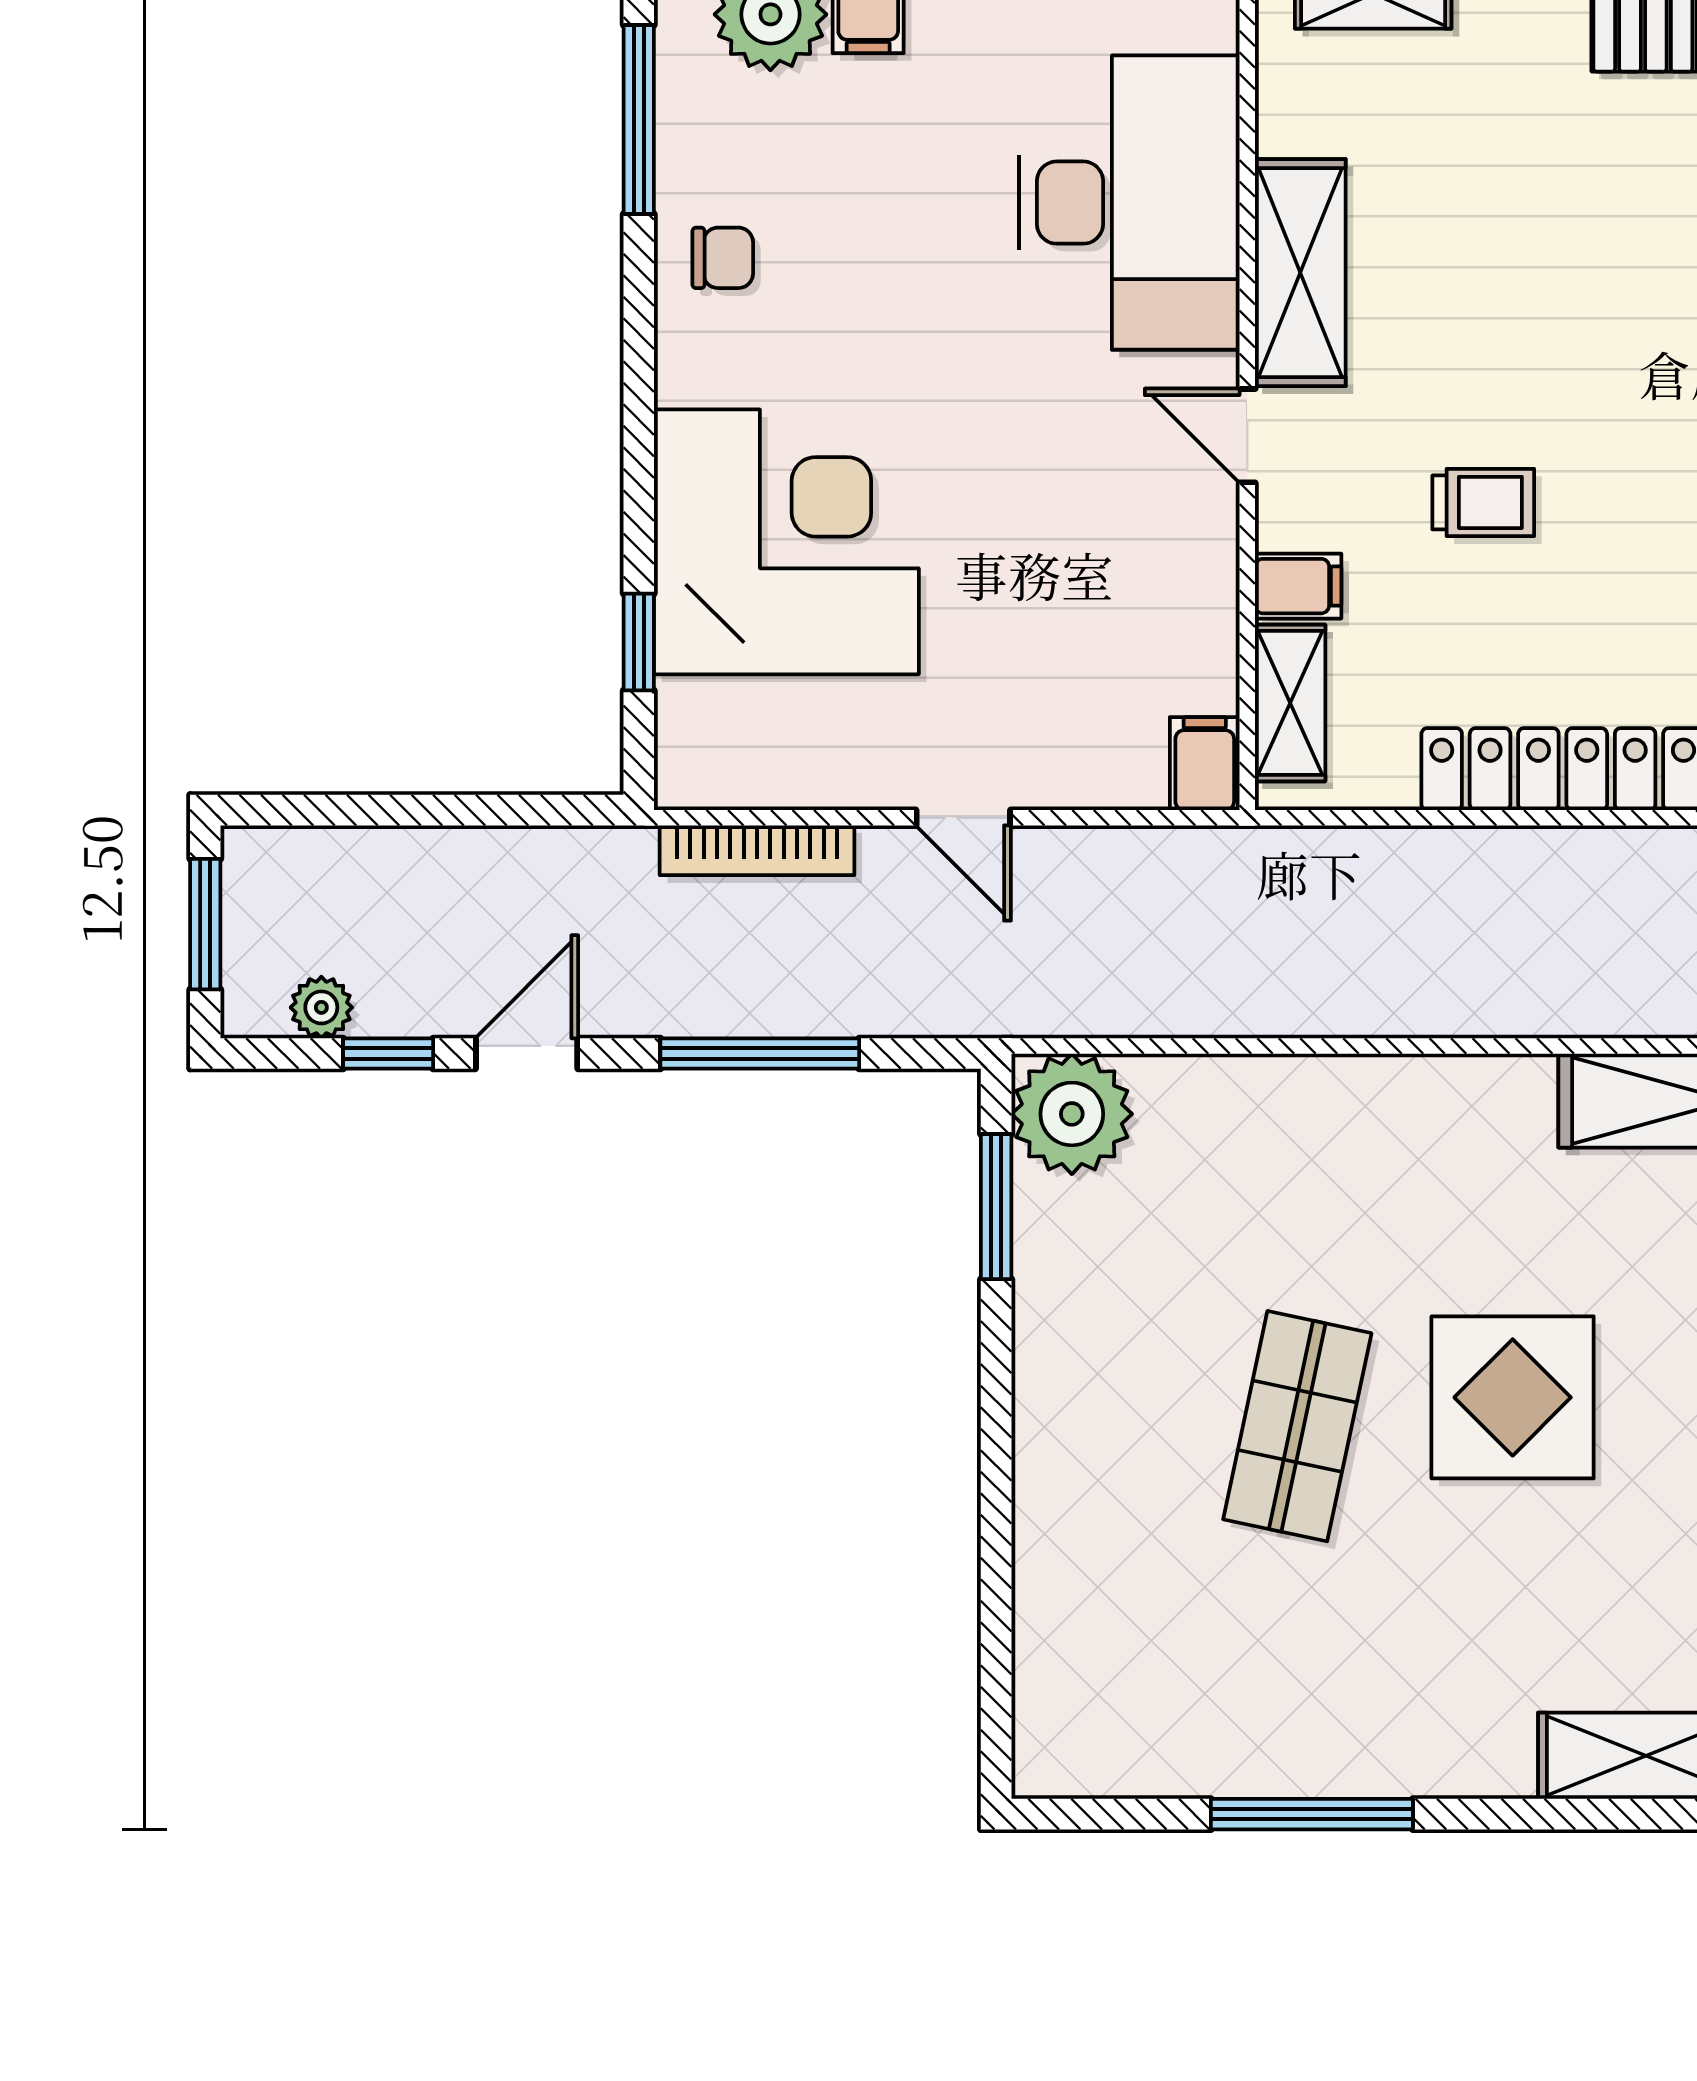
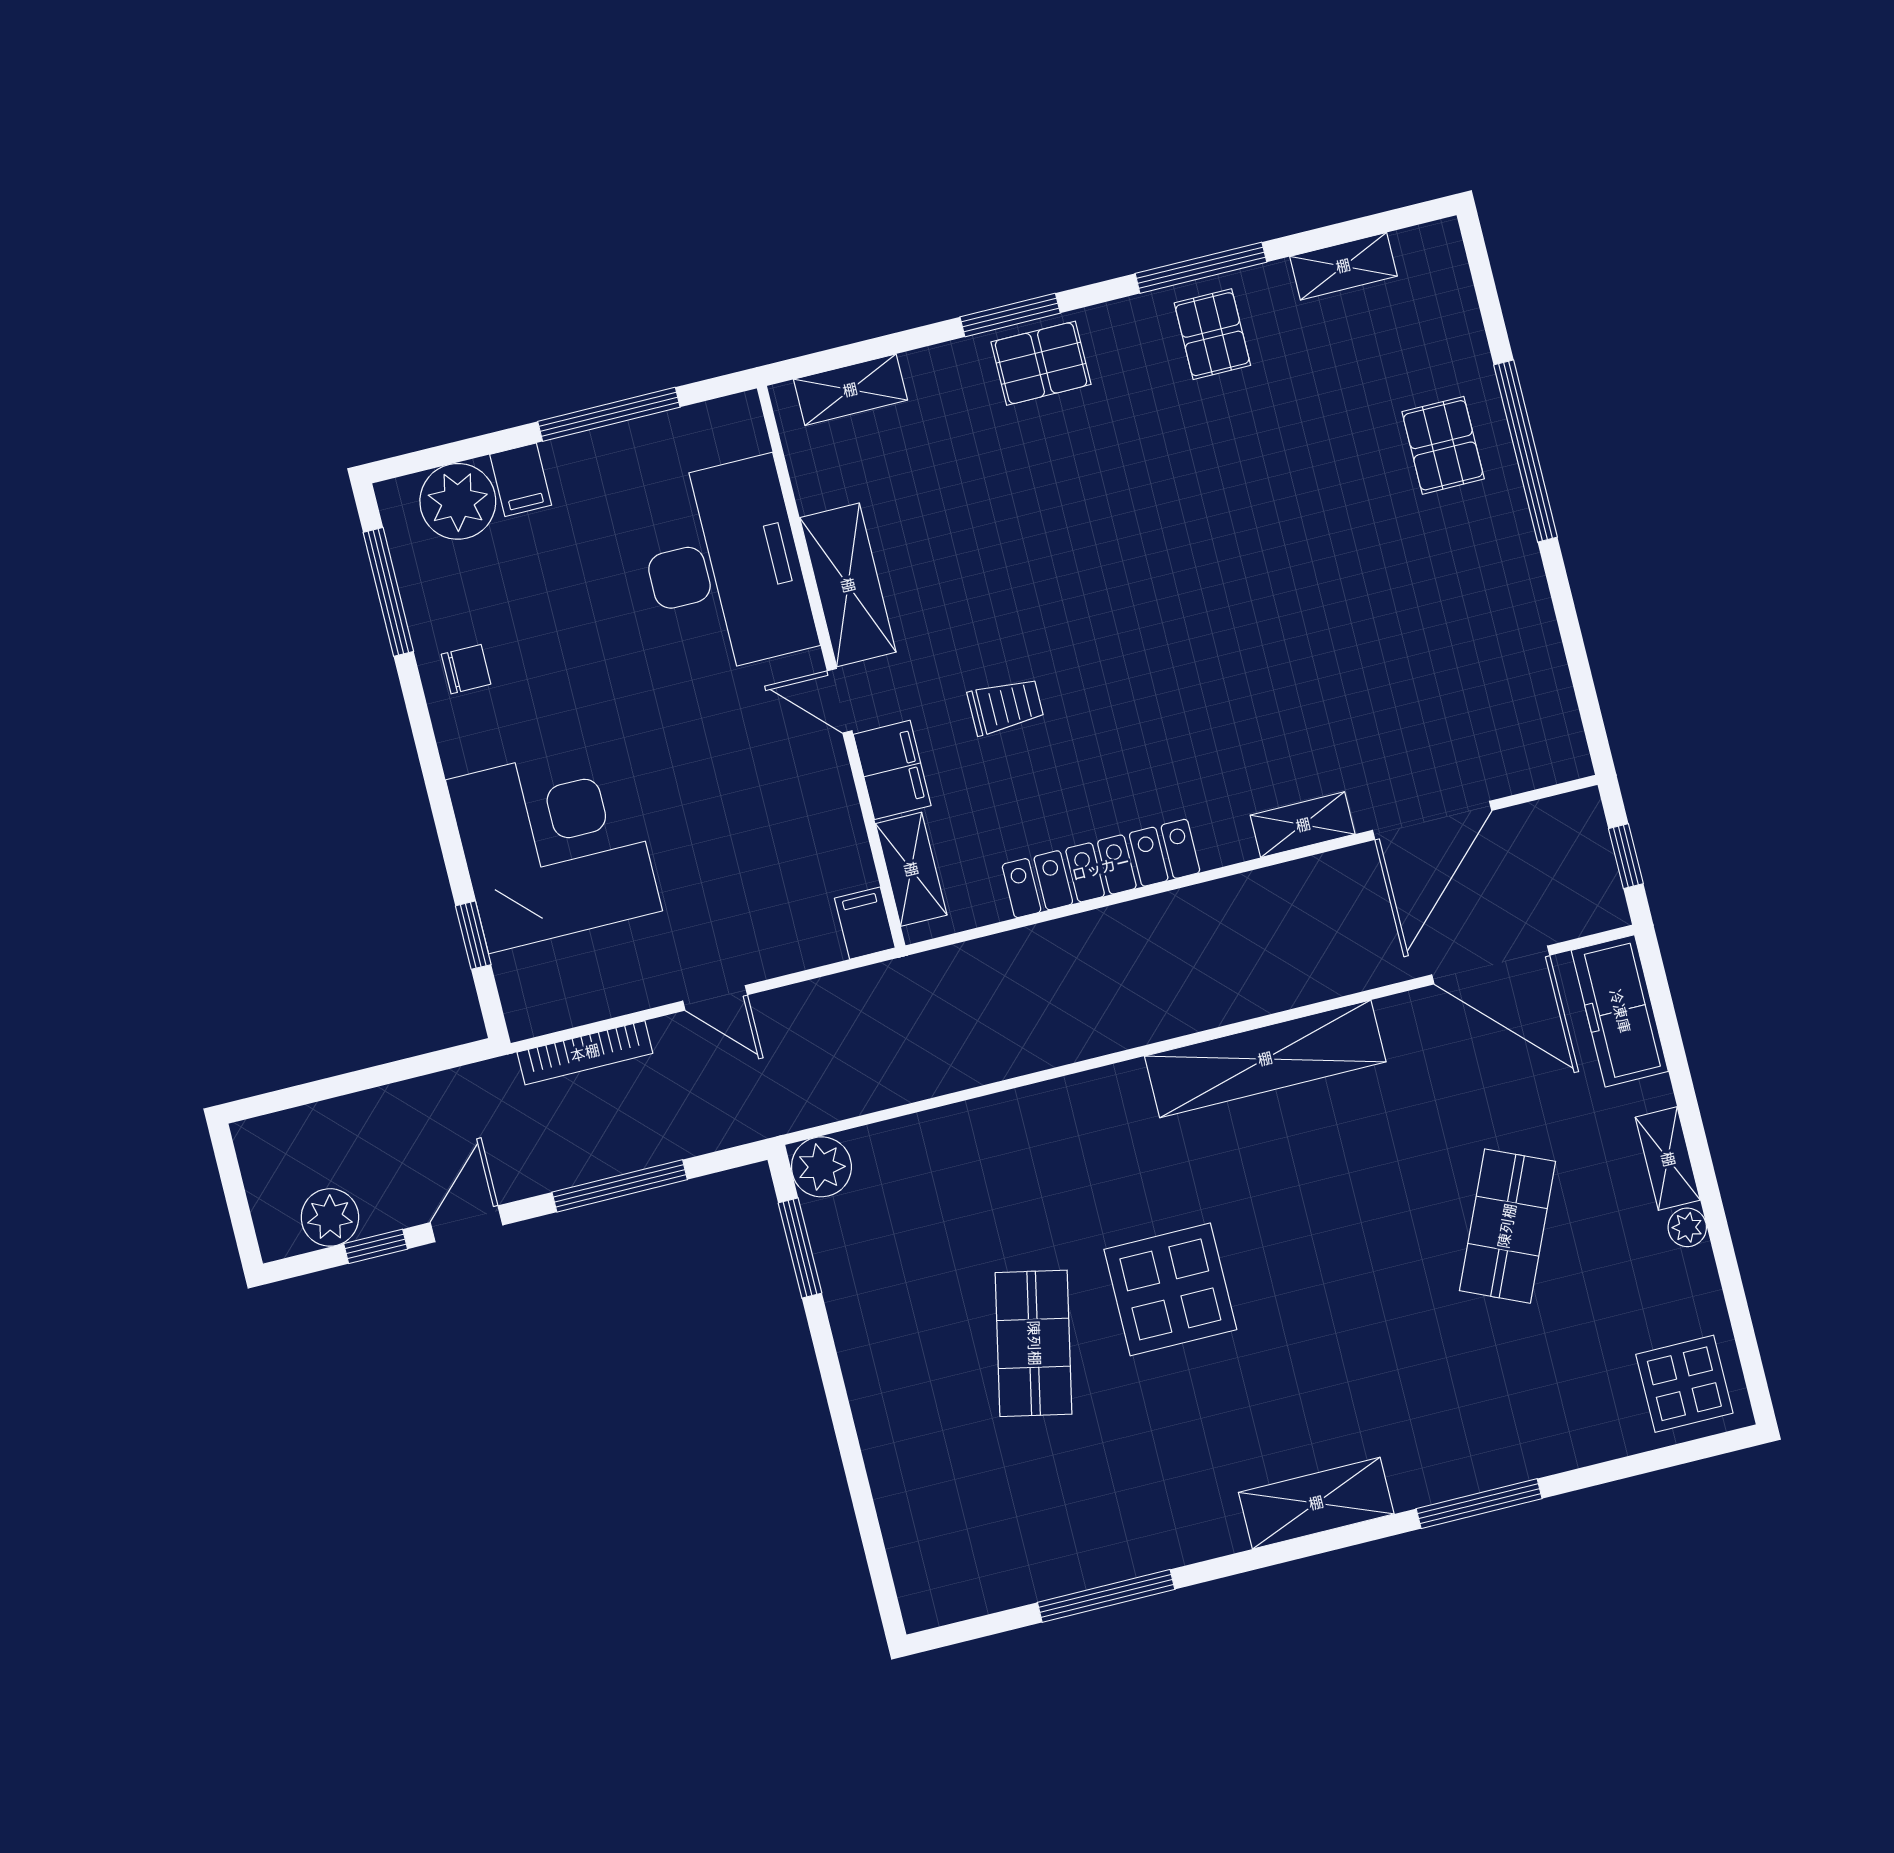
filing cabinet: (1298, 586) -> (892, 770), width x2.00
window: (205, 924) -> (234, 1191), removed
plant: (321, 1007) -> (330, 1217), width x1.38, depth x1.38
plant: (1072, 1114) -> (821, 1167), width x0.73, depth x0.73

